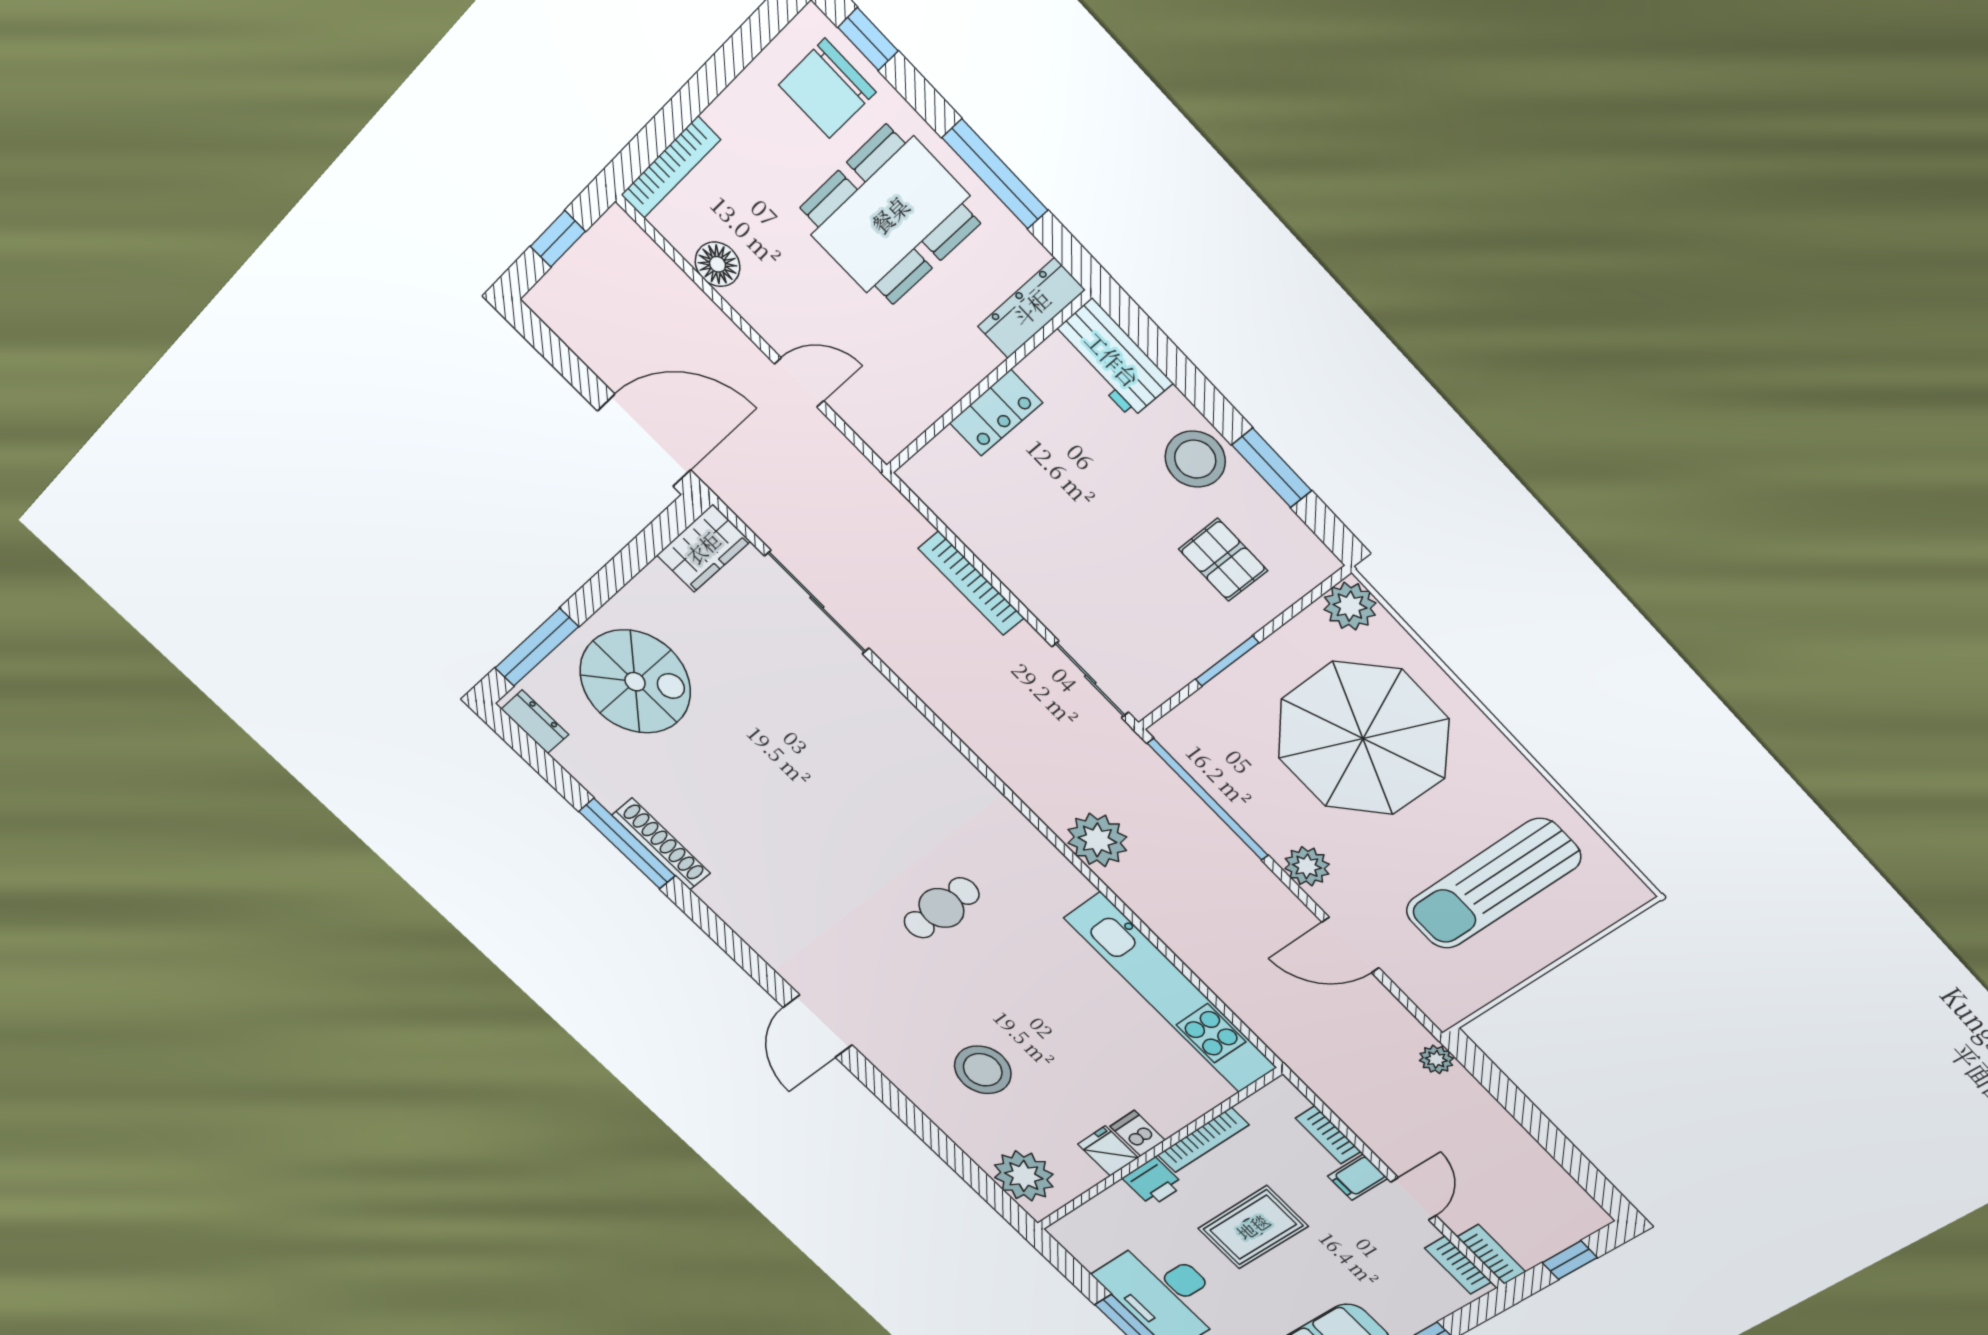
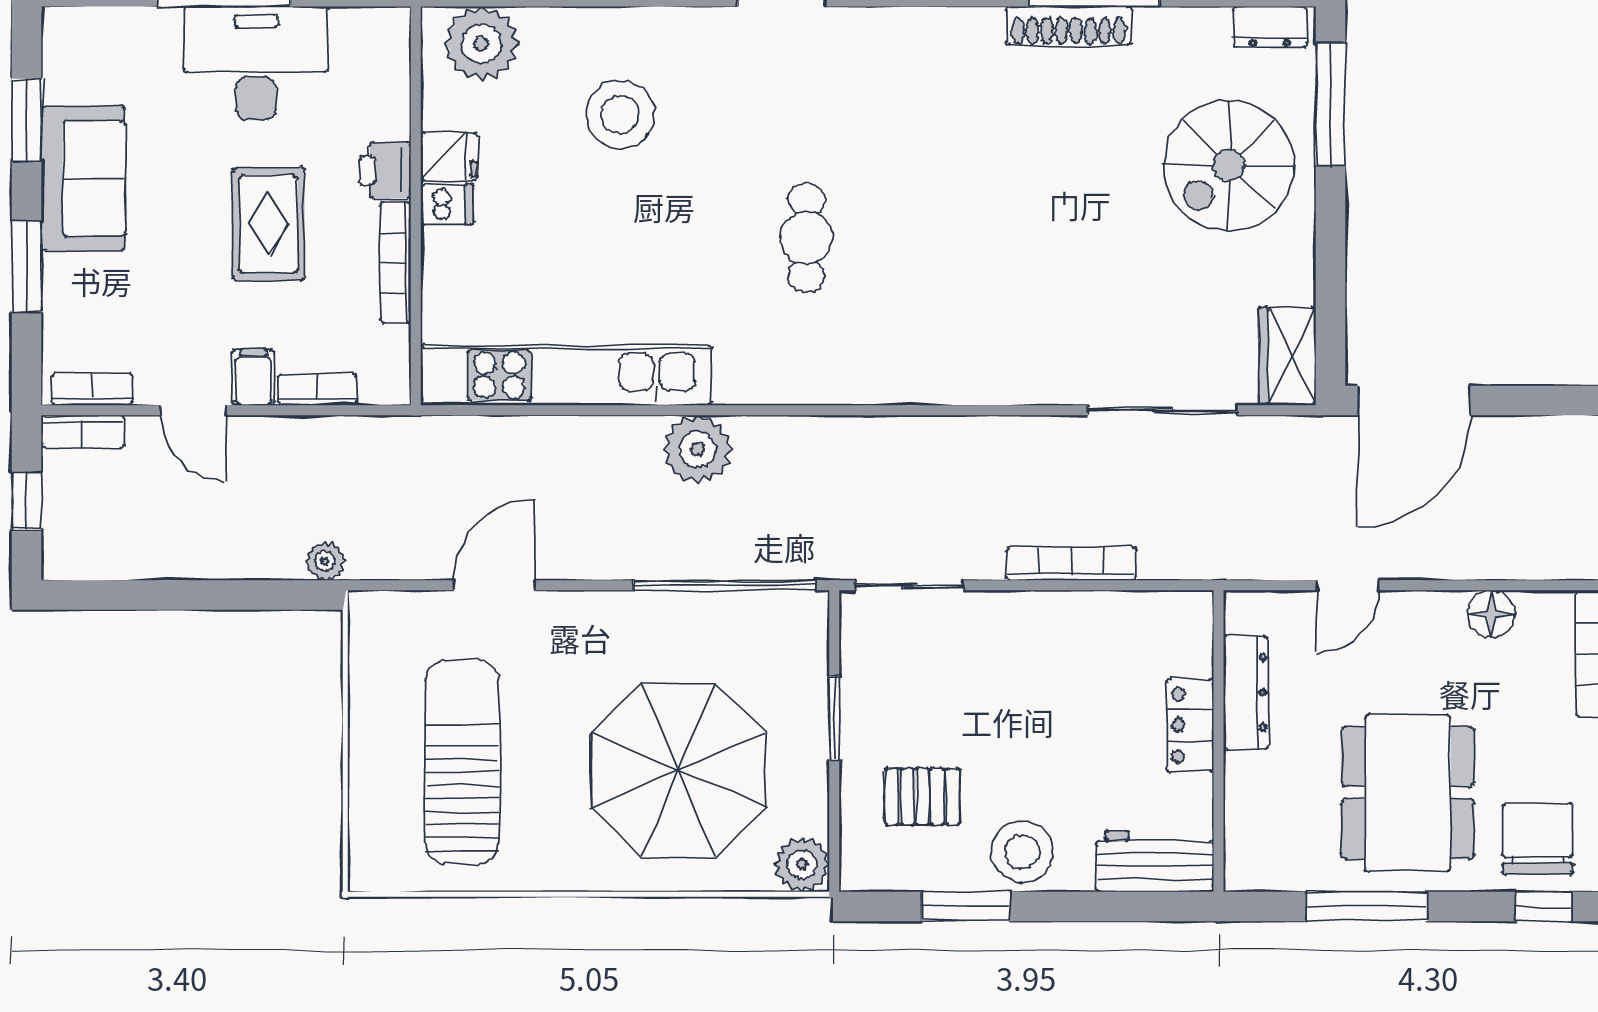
dresser: (1031, 308) -> (1246, 692), moved
plant: (1097, 840) -> (697, 449), moved
plant: (1307, 866) -> (598, 615), removed

